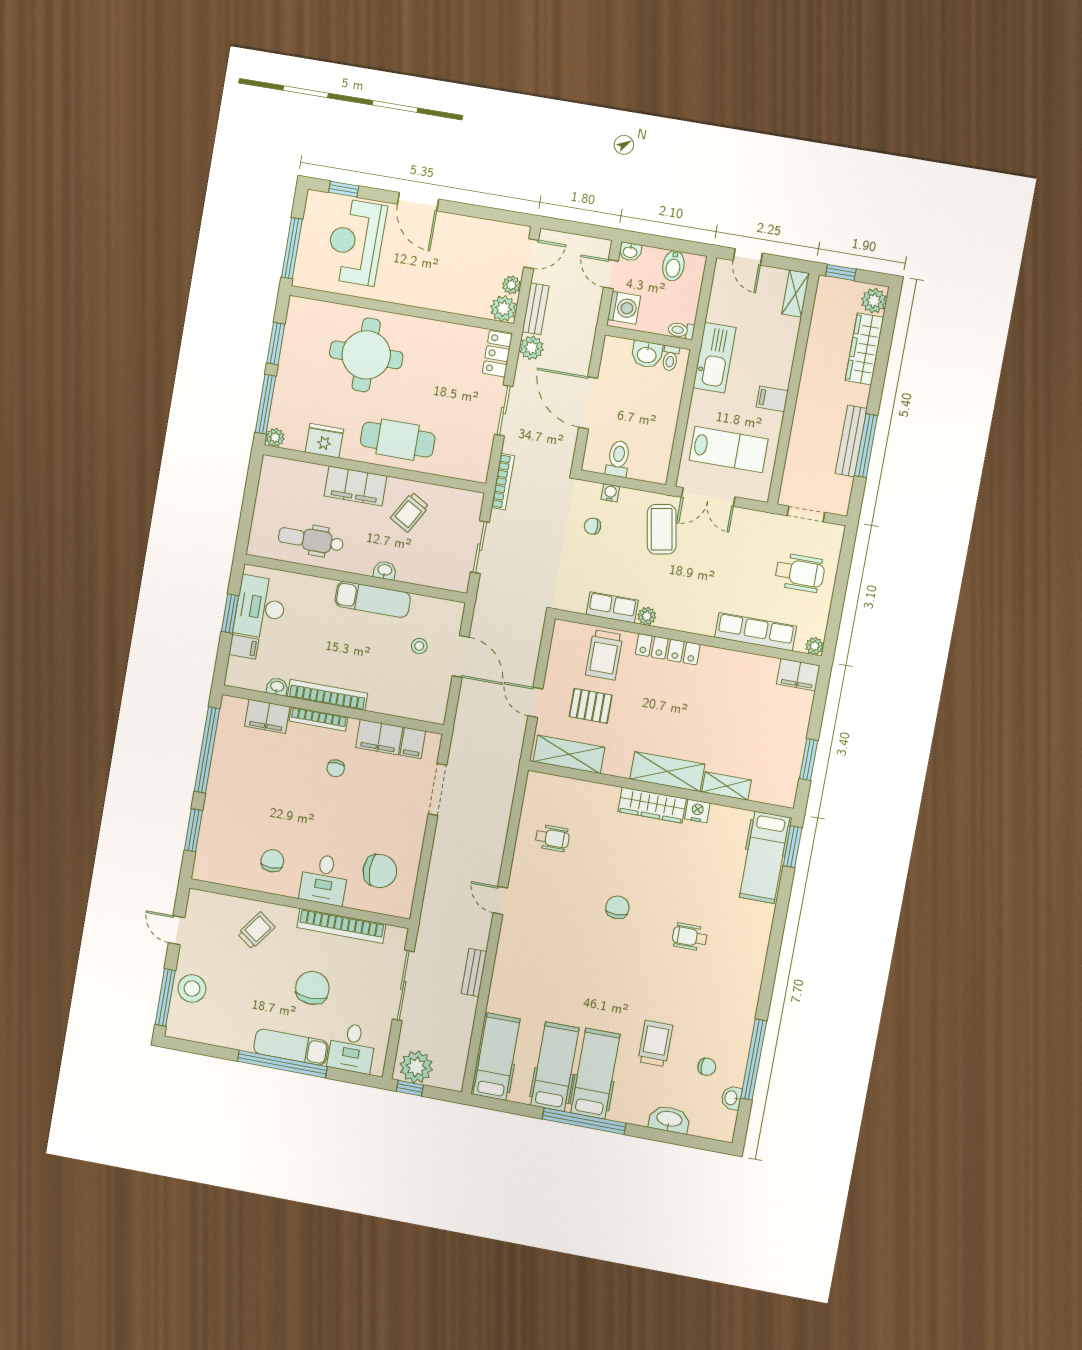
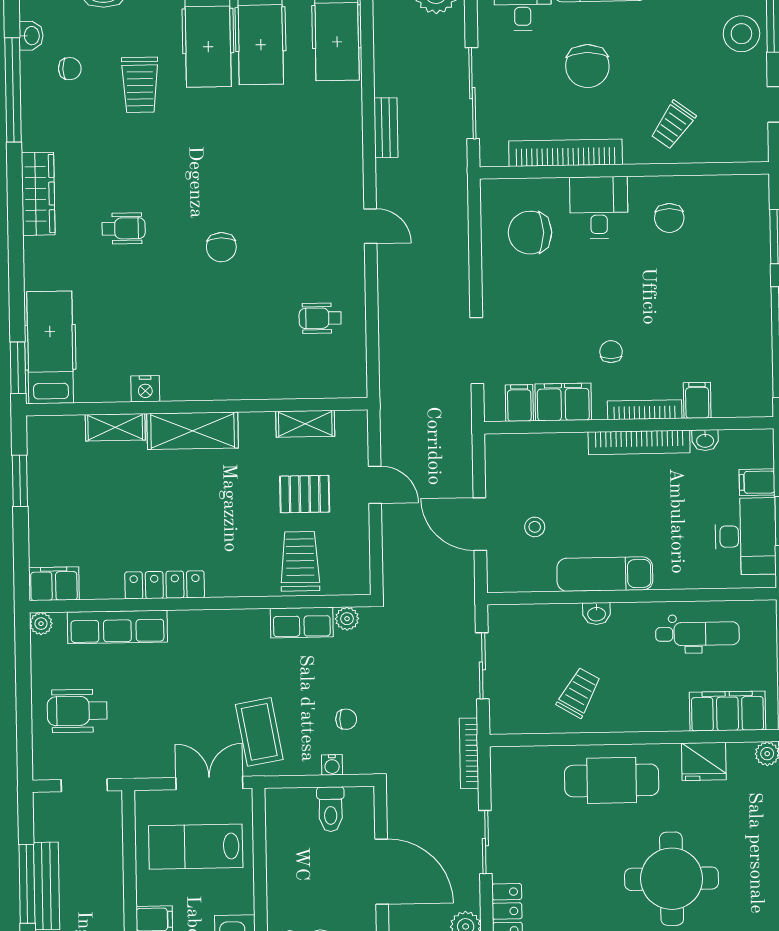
filing cabinet: (355, 486) -> (727, 711), moved
plant: (647, 616) -> (347, 619), moved
locker: (668, 649) -> (165, 585), moved
filing cabinet: (267, 716) -> (697, 400), width x0.50
shelving: (569, 754) -> (305, 424), width x0.67, depth x0.75
wardrobe: (652, 805) -> (38, 194), moved, turned 90
chair: (707, 1067) -> (70, 69), turned 180

